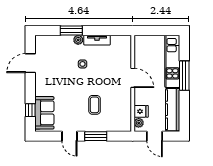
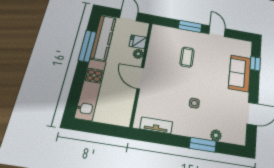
plant: (78, 40) -> (216, 135), moved
tv unit: (97, 40) -> (156, 125), moved
window: (184, 76) -> (87, 46), moved
sofa: (44, 113) -> (240, 73), moved
plant: (139, 123) -> (138, 54), moved

